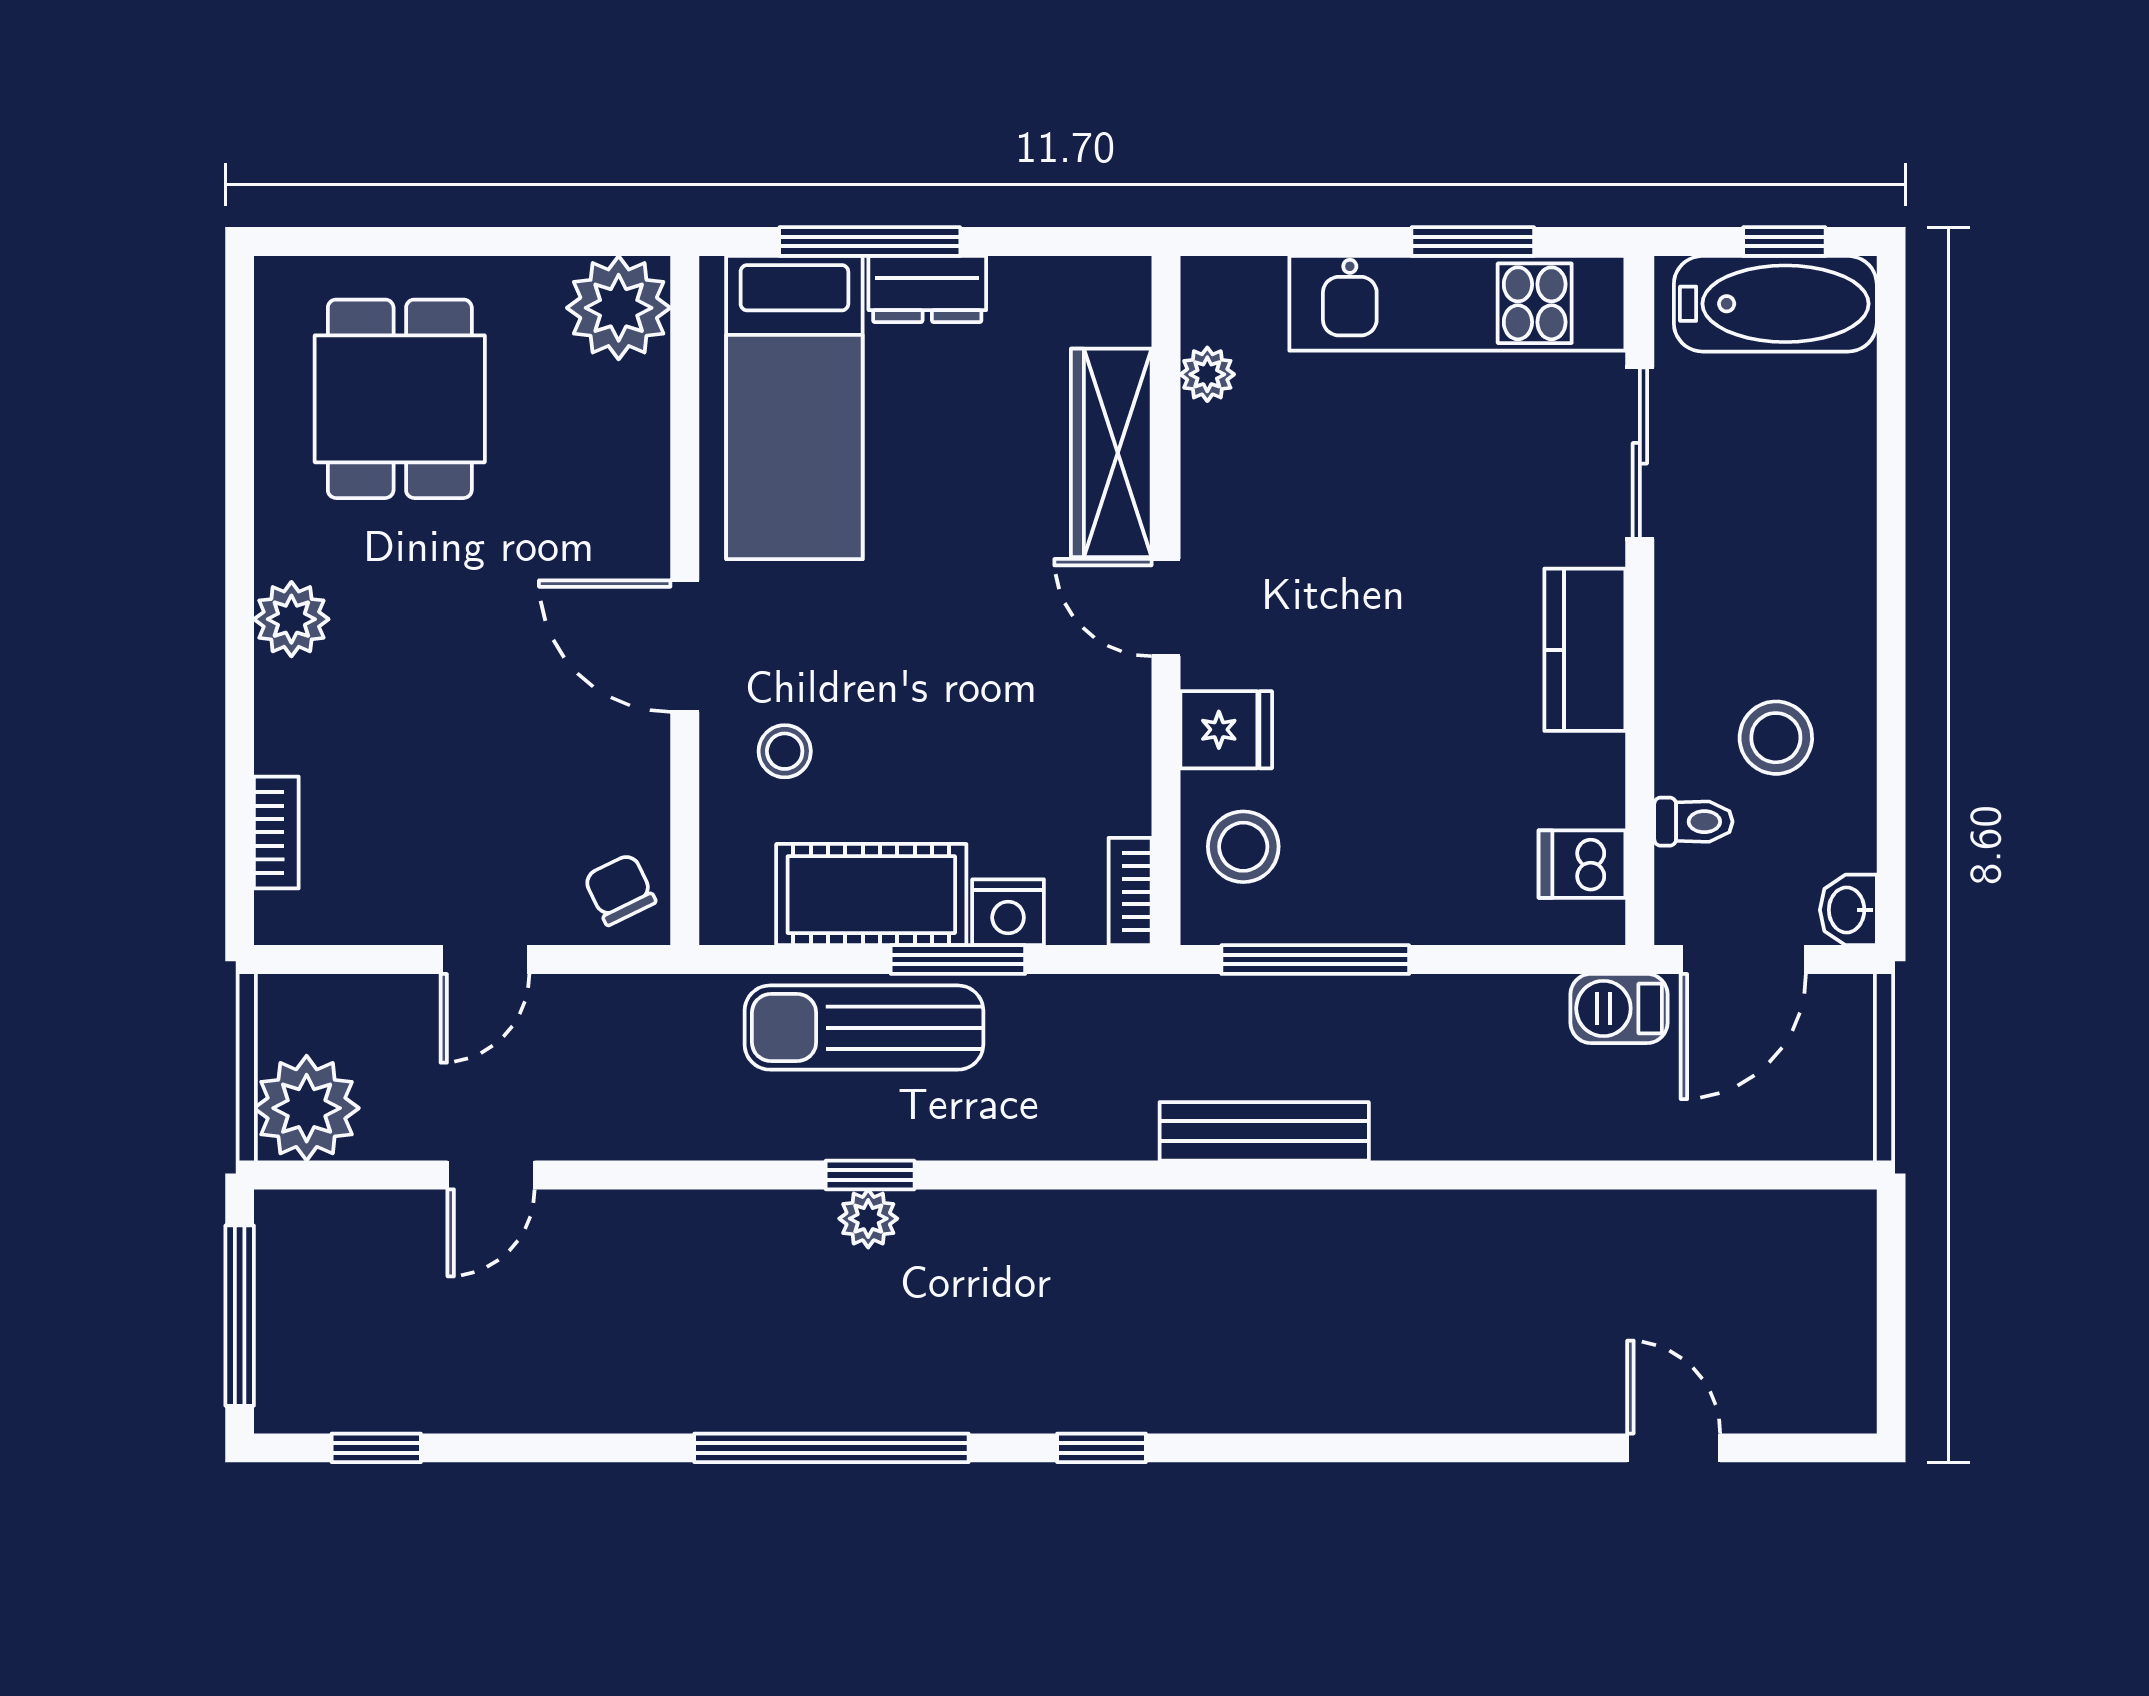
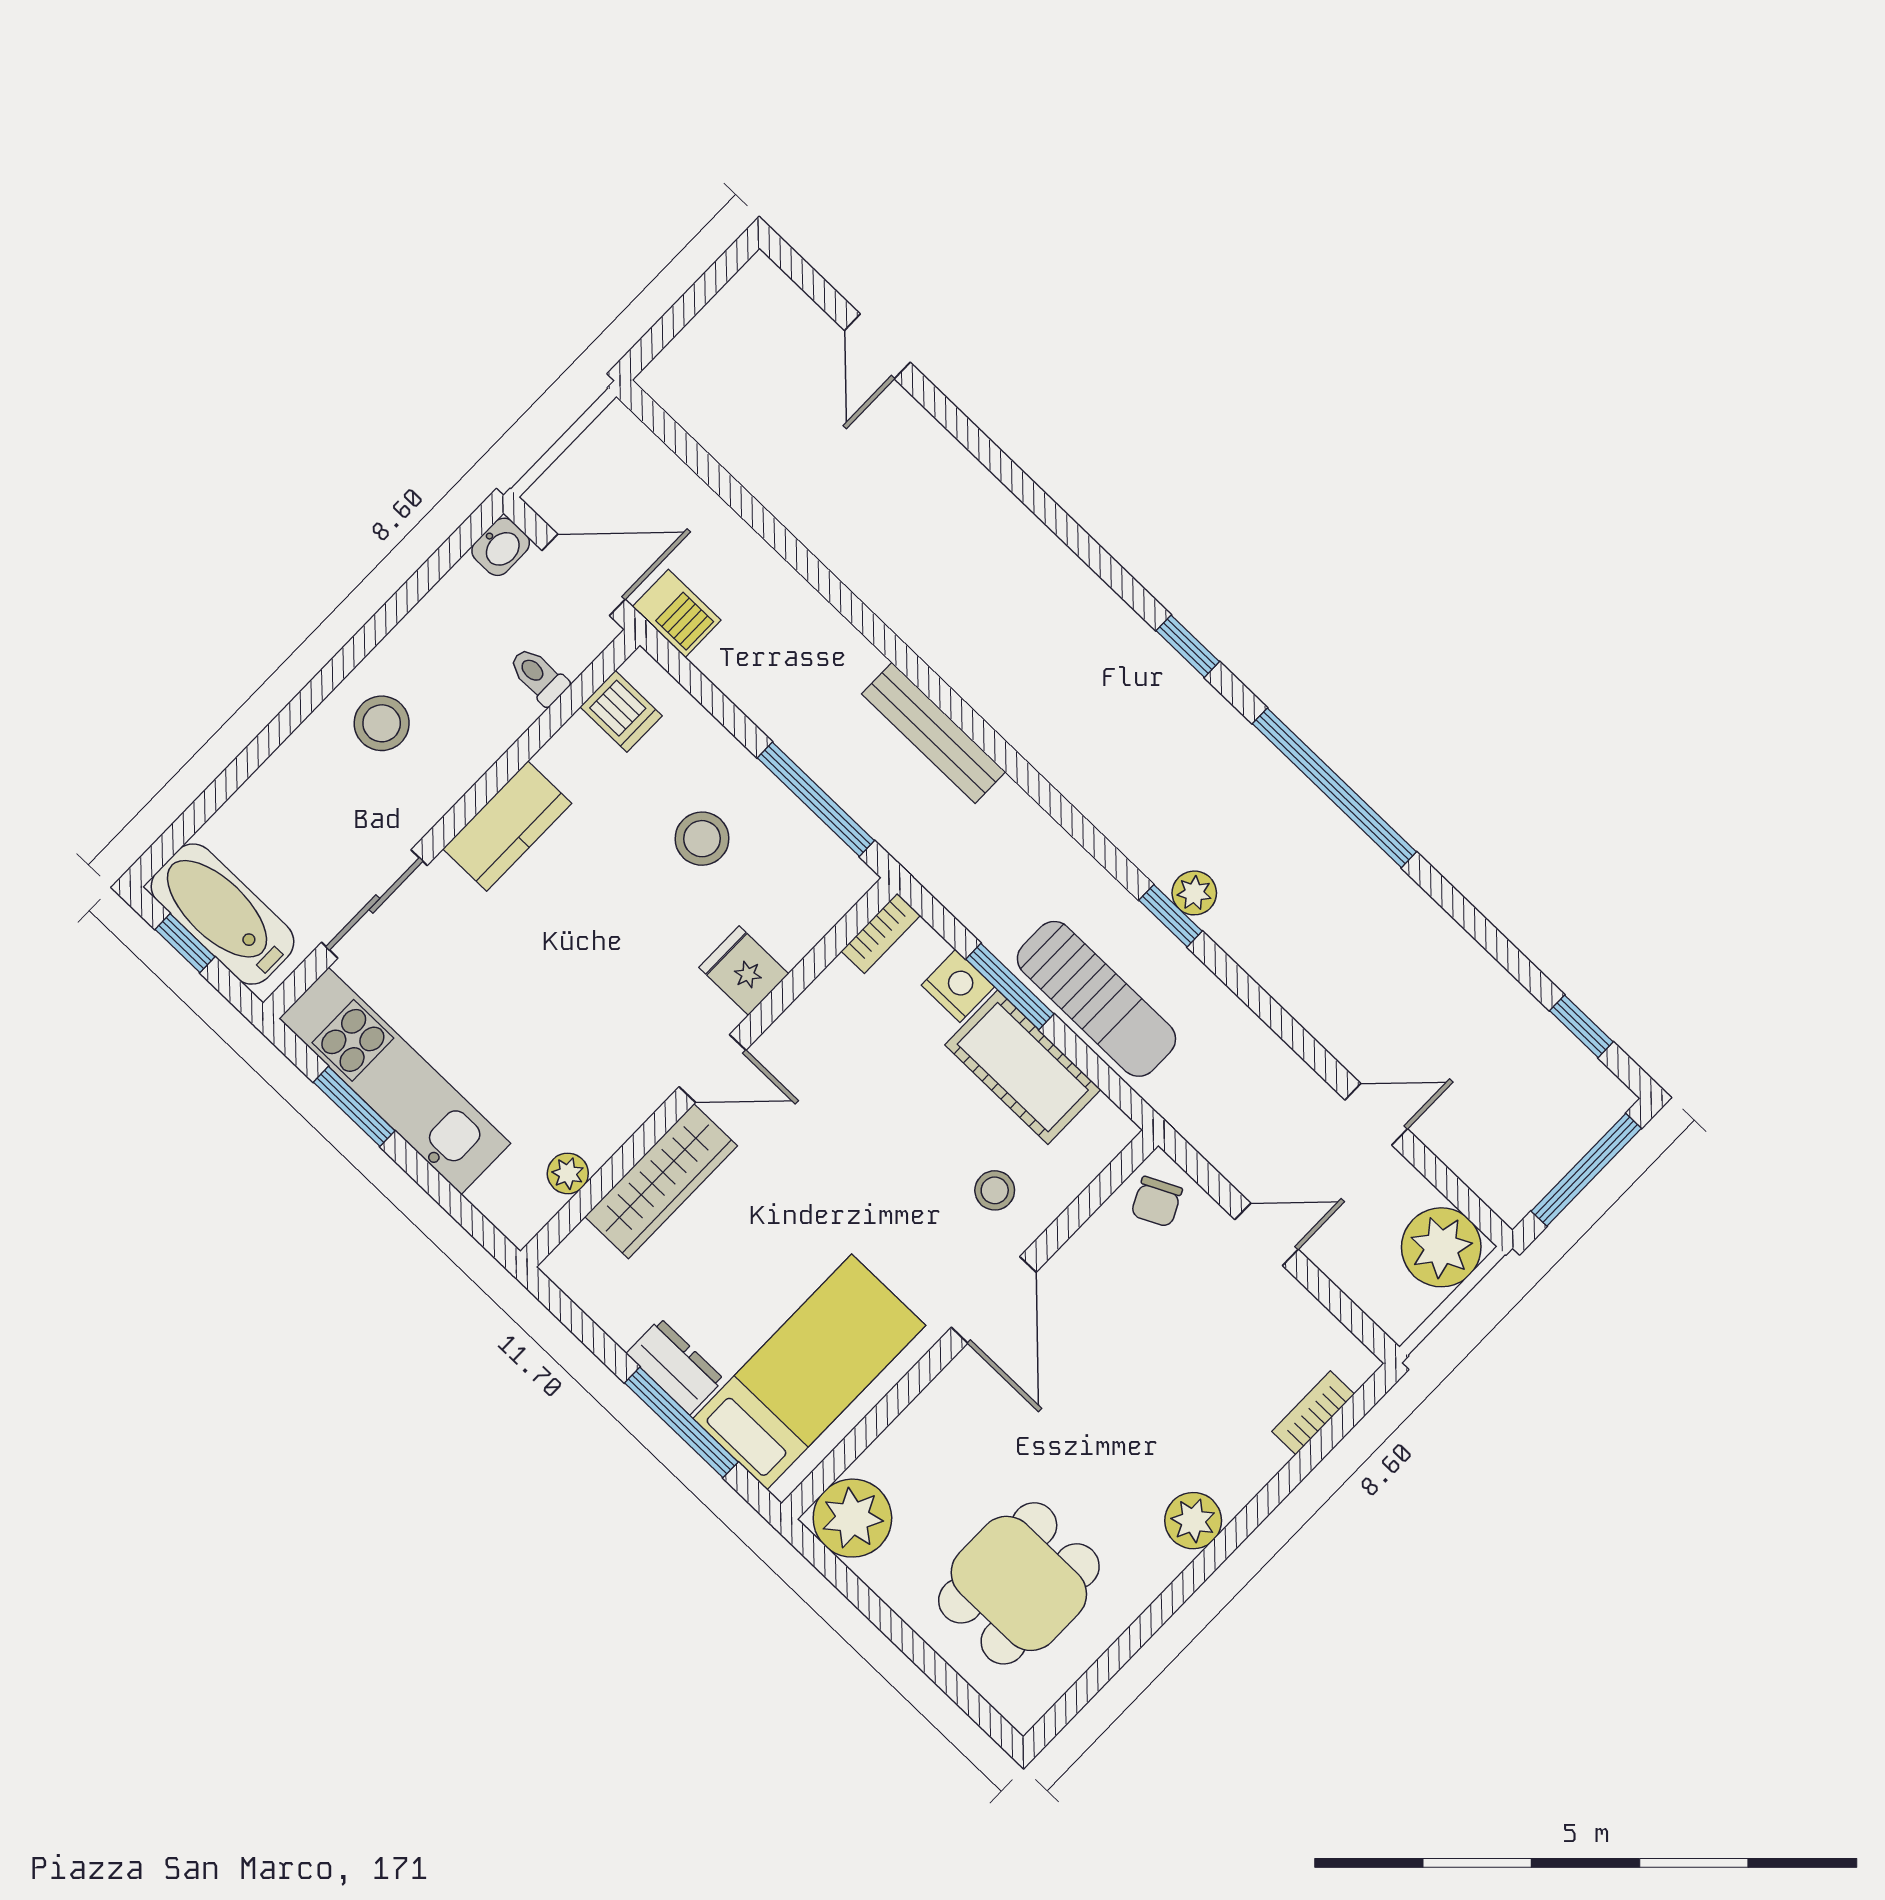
door: (1166, 608) -> (712, 1069), hinge flipped
stool: (1776, 738) -> (382, 723), moved
stool: (1243, 847) -> (702, 839), moved

